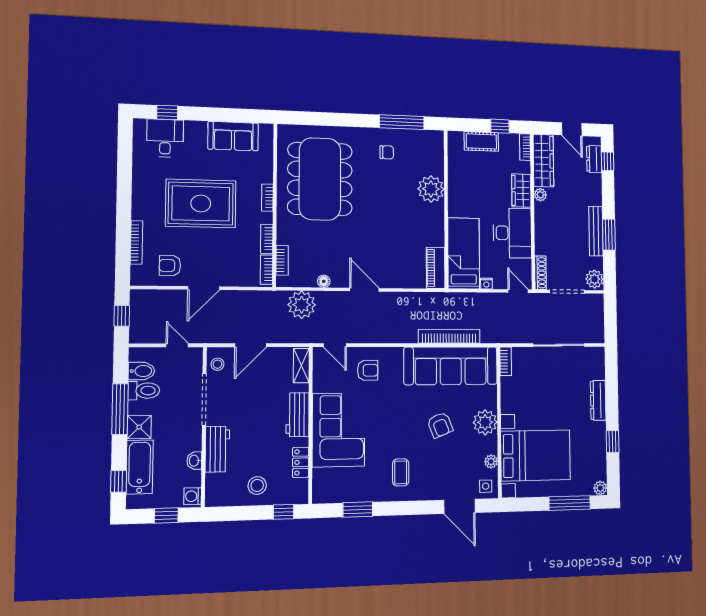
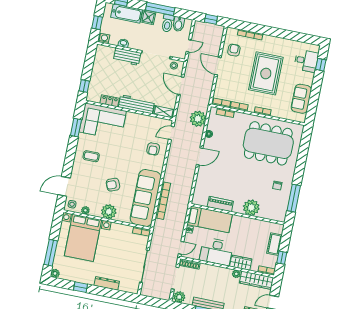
piano: (436, 268) -> (220, 204), moved
workbench: (298, 415) -> (136, 104), width x1.37
corner sofa: (338, 430) -> (103, 121), moved
stool: (257, 485) -> (102, 74), removed

